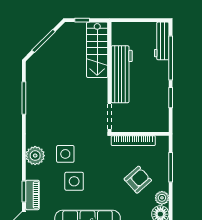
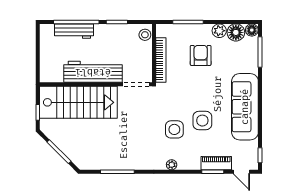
workbench: (162, 41) -> (74, 31), moved
stairs: (97, 50) -> (78, 102), width x1.36, depth x1.51
stool: (158, 125) -> (145, 35), added
plant: (35, 156) -> (172, 165), width x0.53, depth x0.53
armchair: (138, 180) -> (201, 55), turned 42

